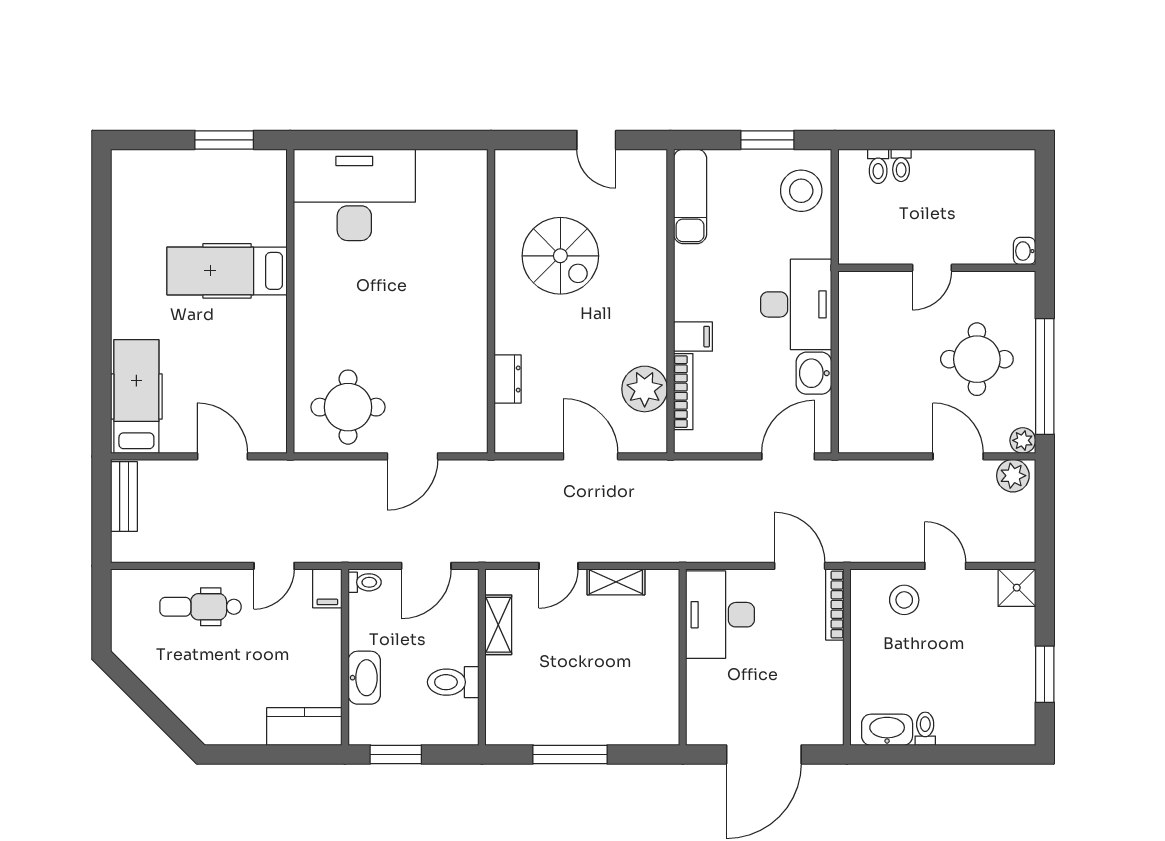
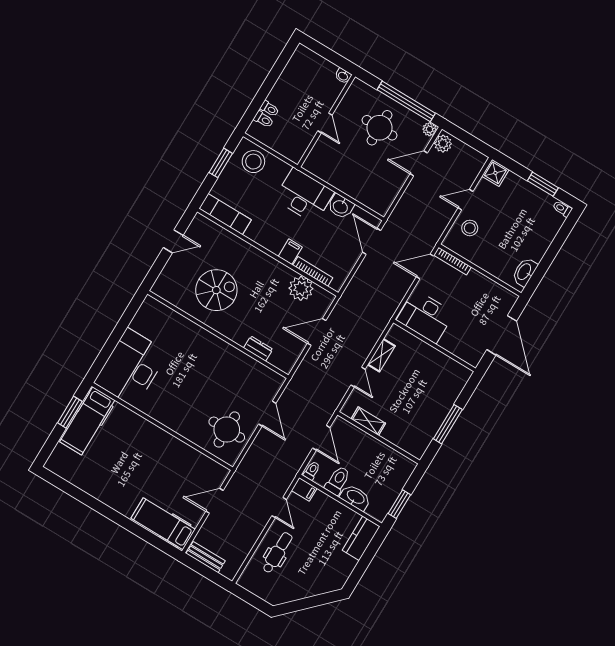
hospital bed: (227, 271) -> (87, 421), moved
dental chair: (201, 607) -> (277, 553), turned 180
toilet: (453, 682) -> (338, 481), moved, turned 180
toilet: (925, 729) -> (562, 209), moved

